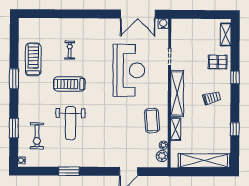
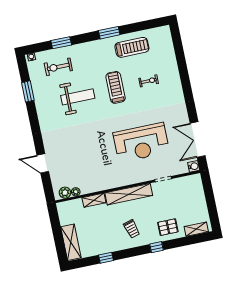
pallet: (218, 62) -> (168, 227), turned 90
coffee table: (152, 121) -> (97, 175), removed
weight bench: (70, 123) -> (78, 97), turned 180
shelving: (204, 161) -> (71, 242), width x0.68
window: (69, 171) -> (28, 91), moved

